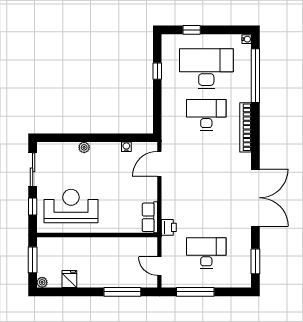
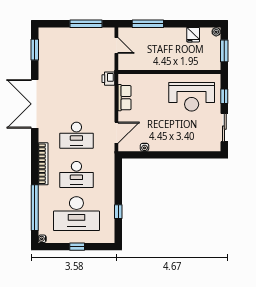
window: (192, 30) -> (77, 247), moved
plant: (84, 147) -> (180, 147), removed
row of seats: (150, 217) -> (125, 98), moved
desk: (206, 253) -> (76, 135), moved

